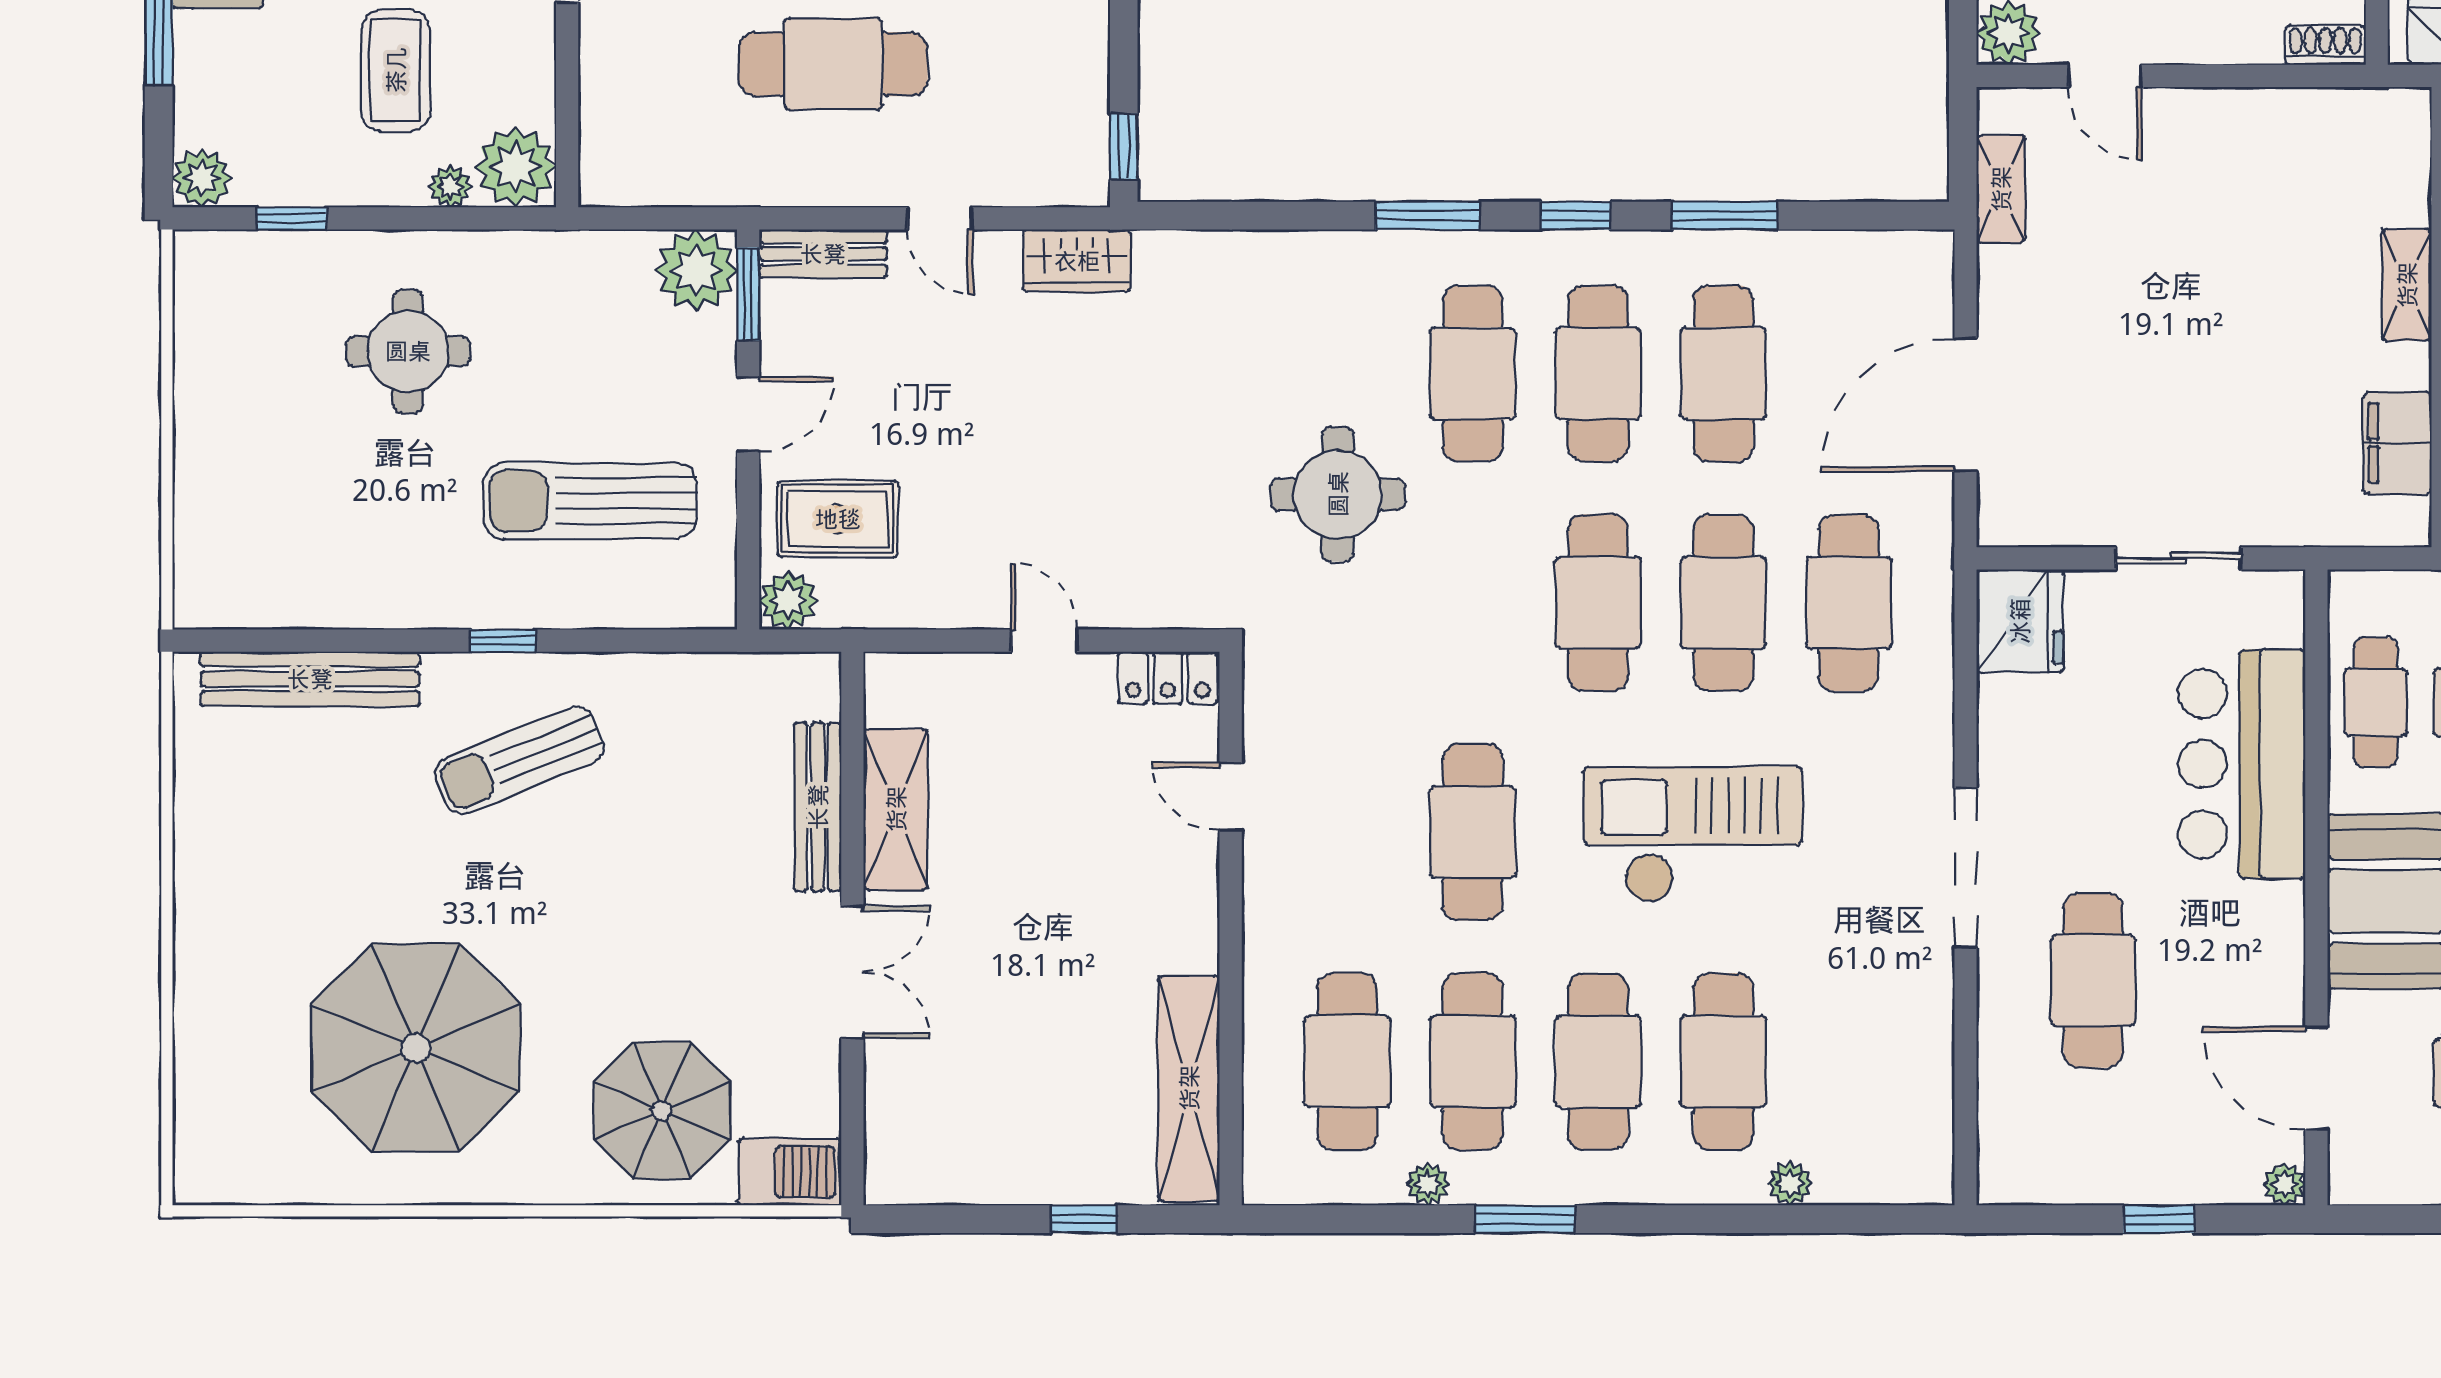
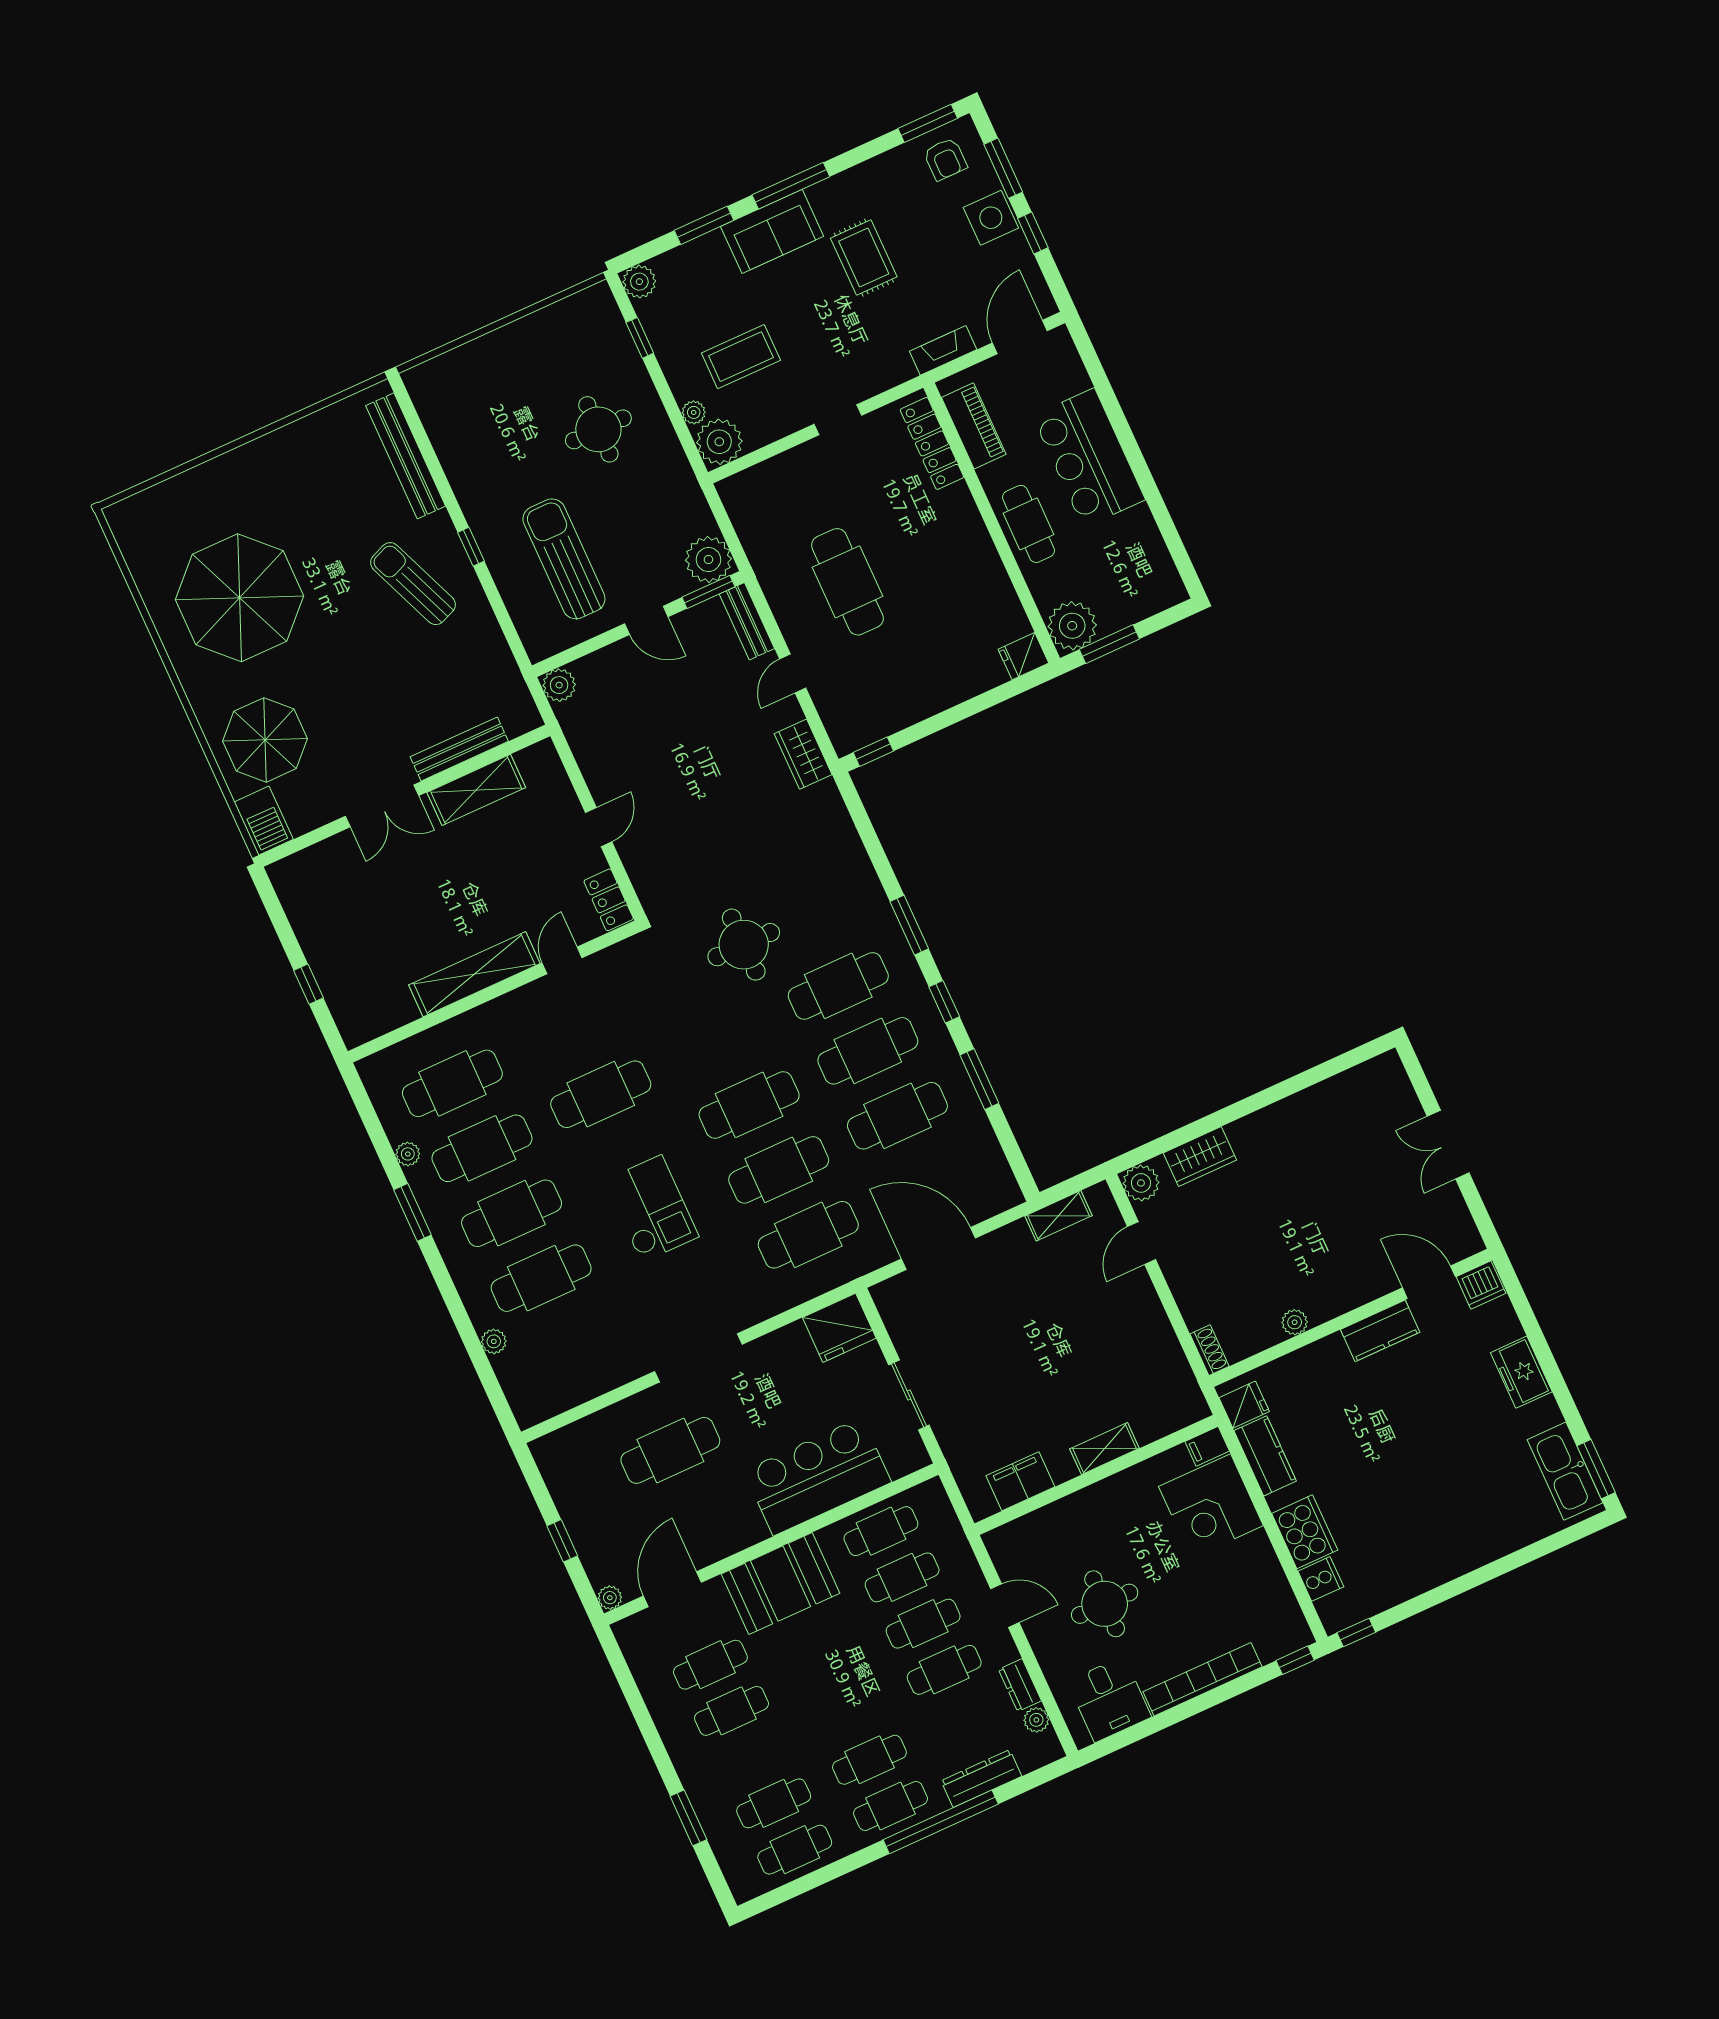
rug: (838, 519) -> (613, 691), removed
checkout: (1693, 834) -> (651, 1209), width x0.73, depth x0.83
shelving: (1189, 1088) -> (474, 974), moved

